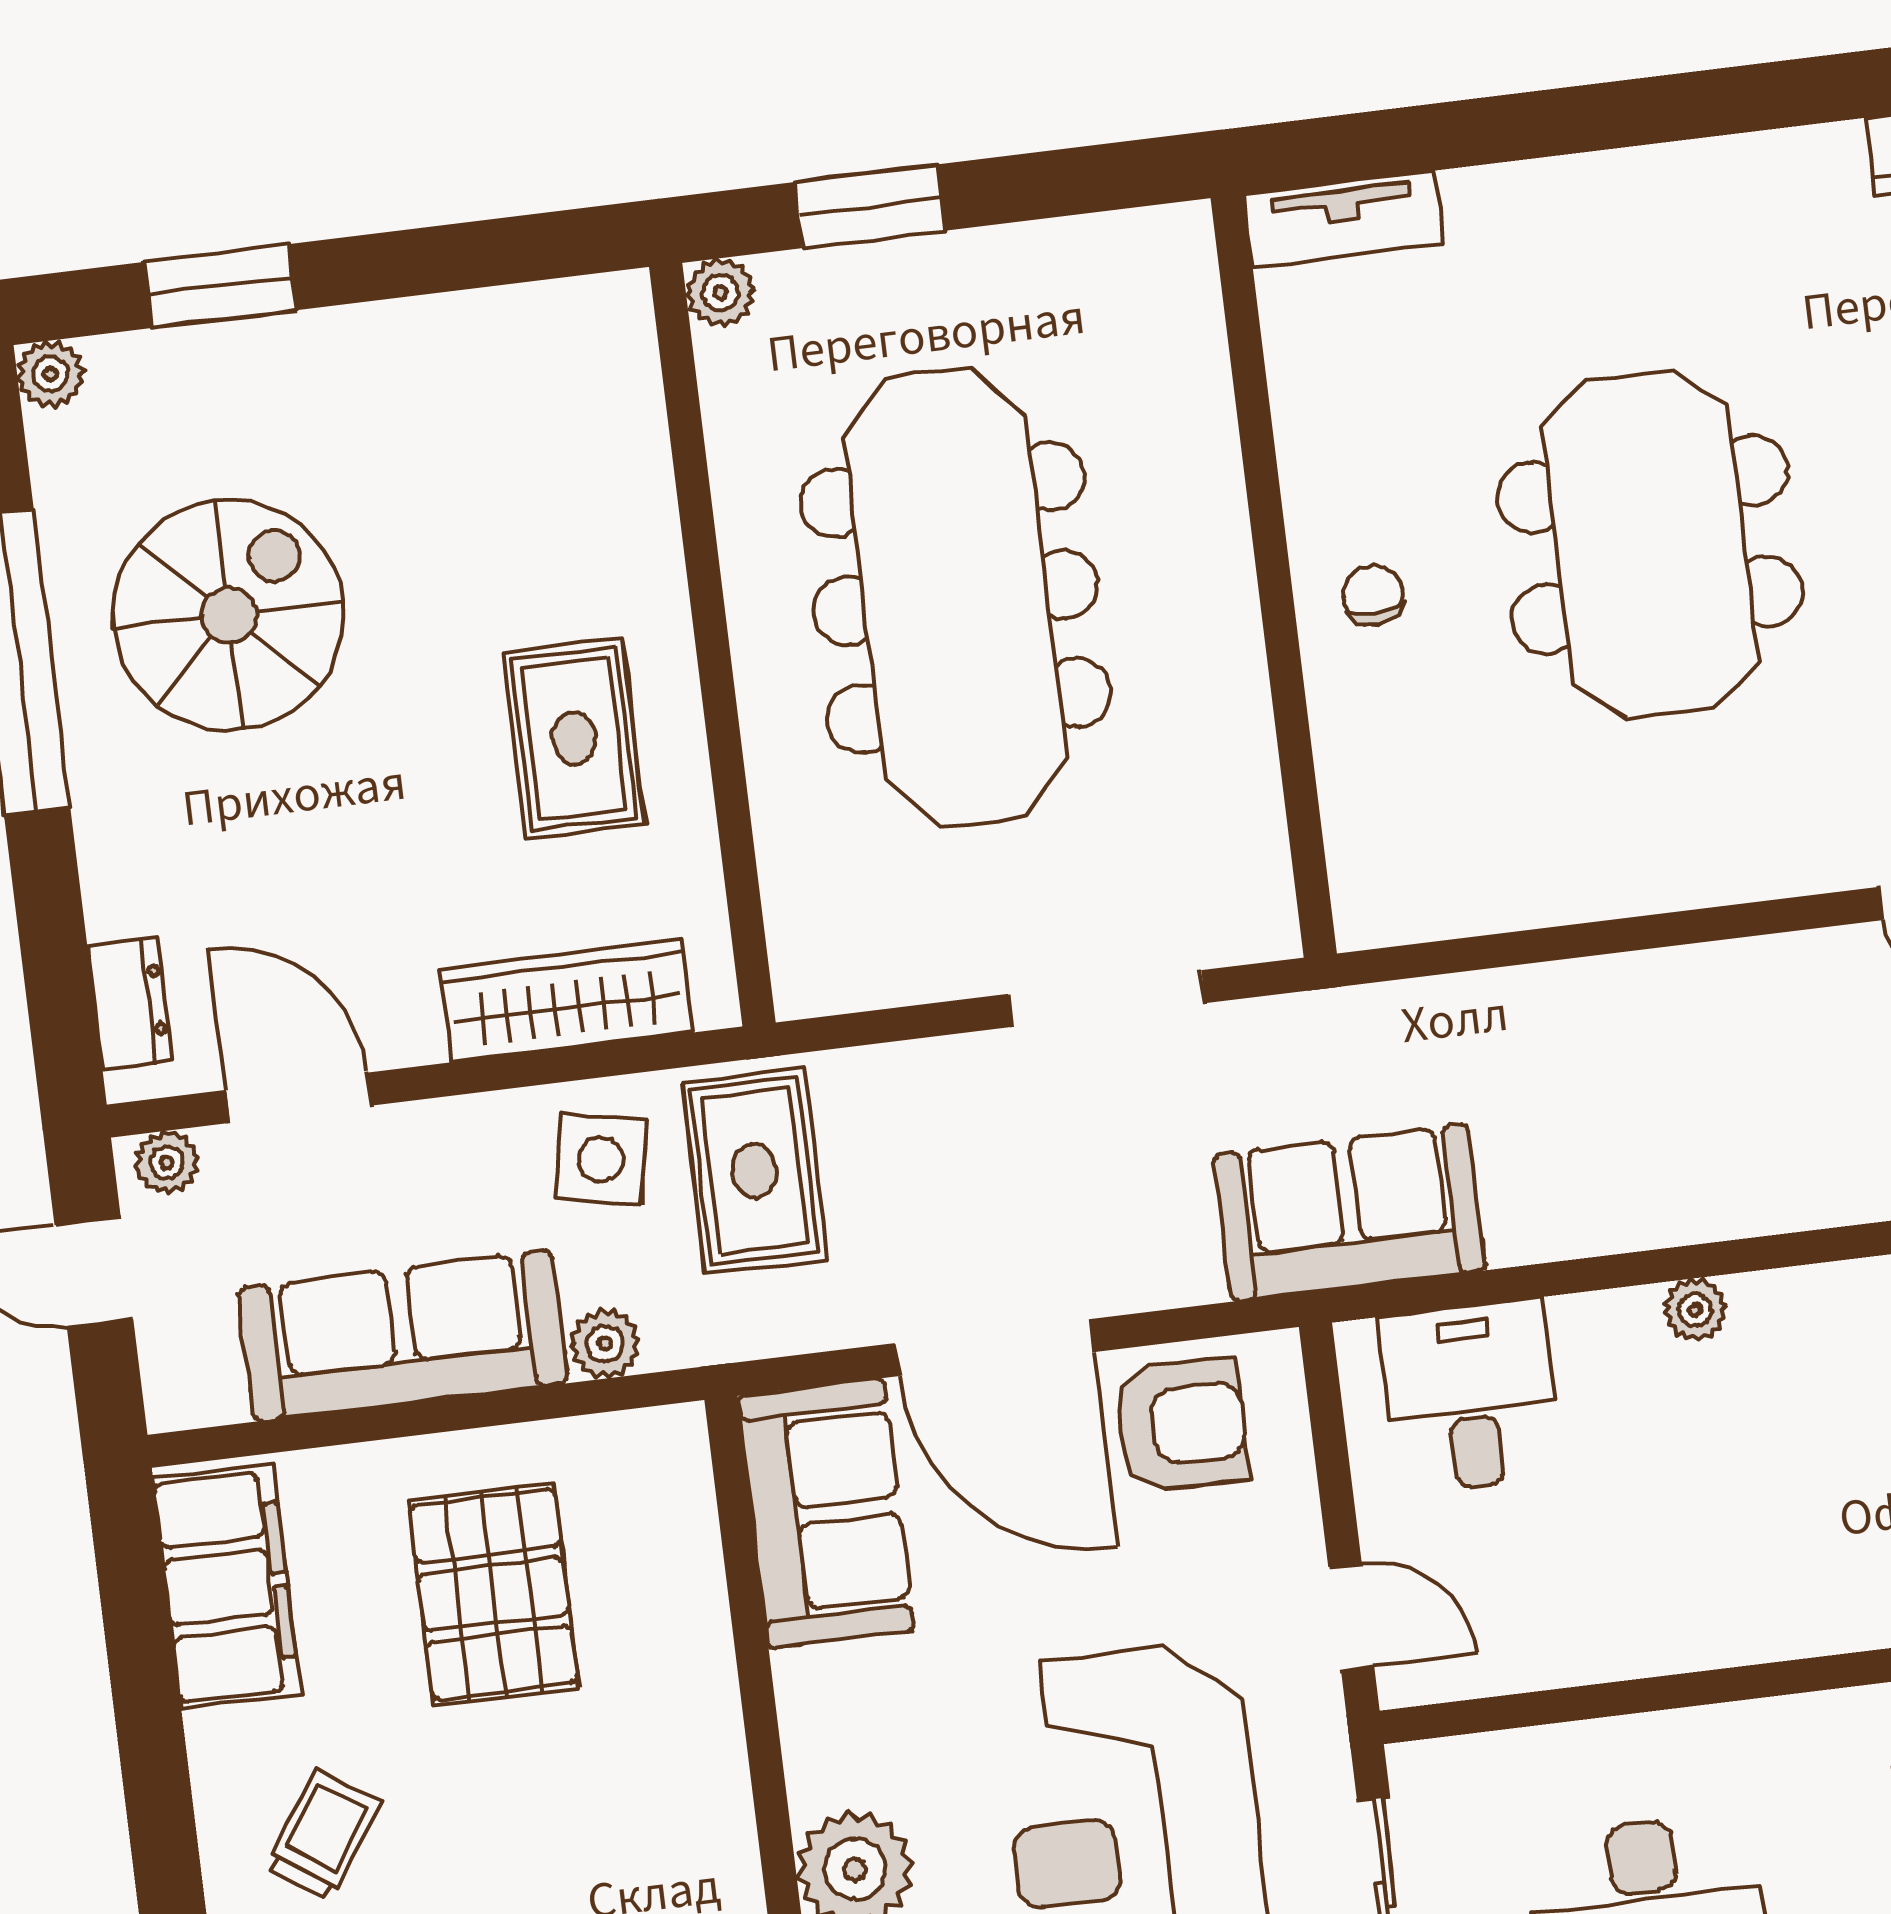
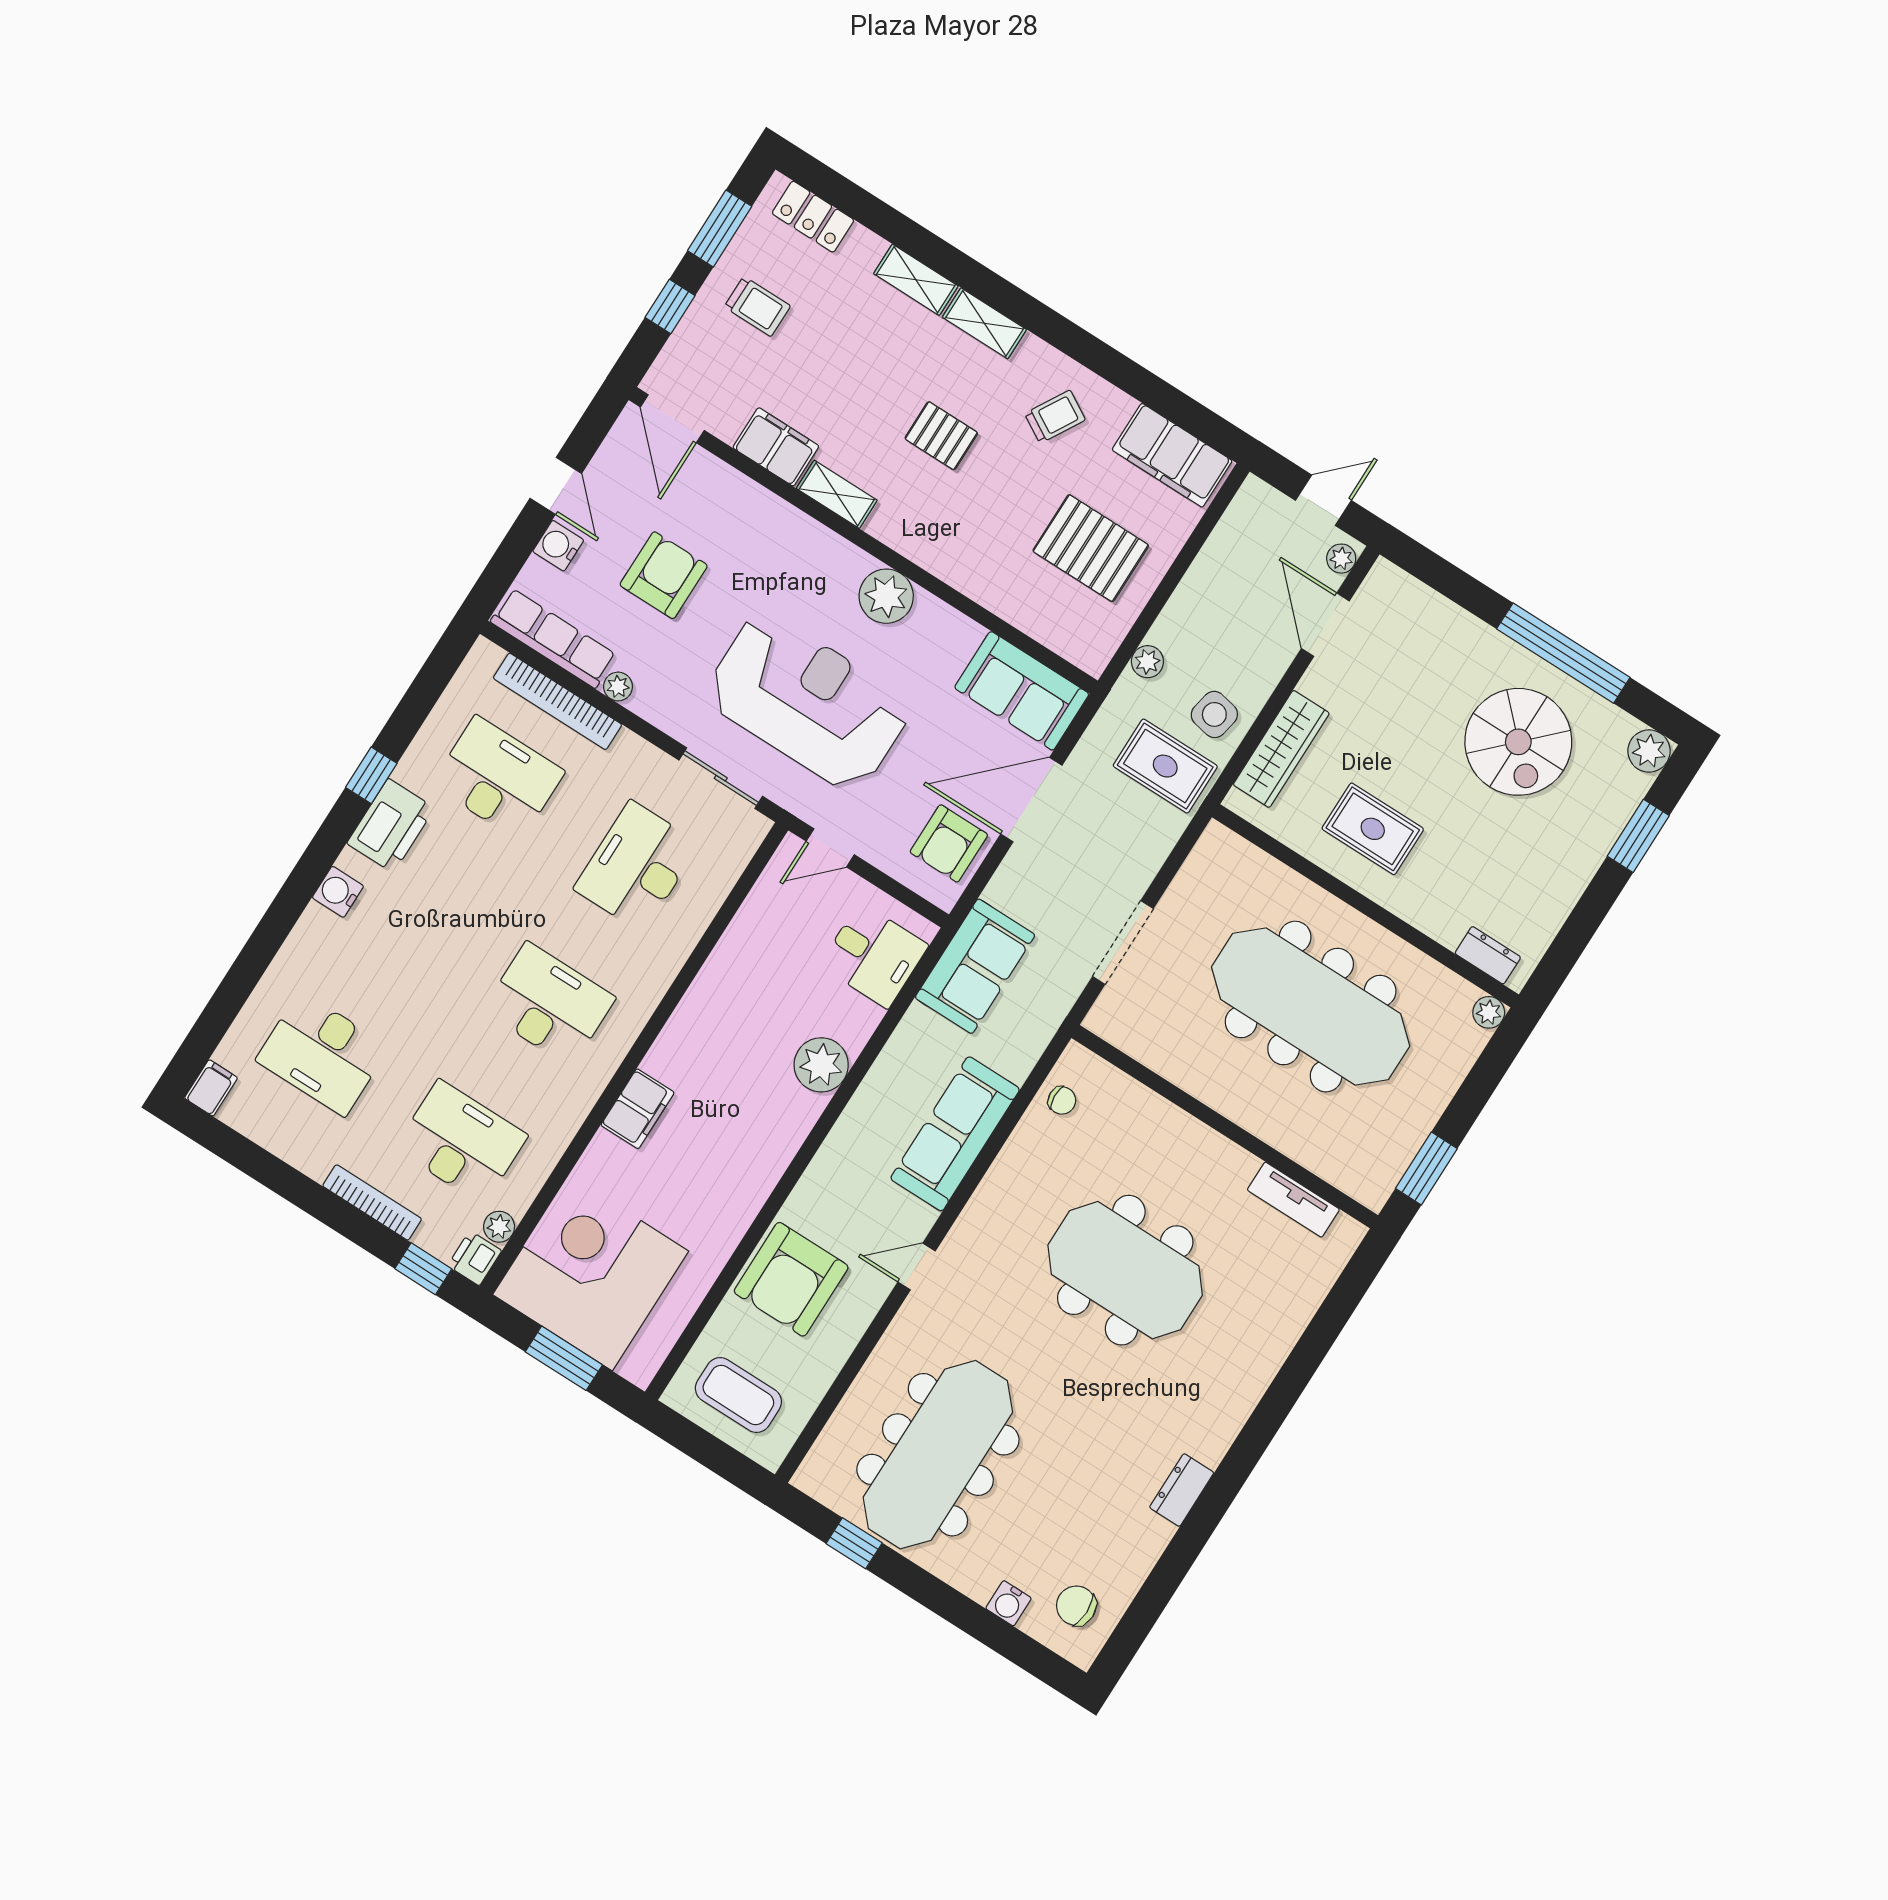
window: (870, 206) -> (1426, 1169), moved
tv unit: (1344, 219) -> (1293, 1200), moved, turned -90
plant: (50, 374) -> (1649, 751), width x1.38, depth x1.38
chair: (1373, 595) -> (1062, 1100), moved
dresser: (130, 1003) -> (1488, 955), moved, turned 180
door: (299, 1098) -> (1325, 625), swing flipped
plant: (1695, 1310) -> (821, 1065), width x1.88, depth x1.88
sofa: (403, 1336) -> (955, 1134), moved, turned 180
trolley: (323, 1835) -> (1055, 417), turned -94

